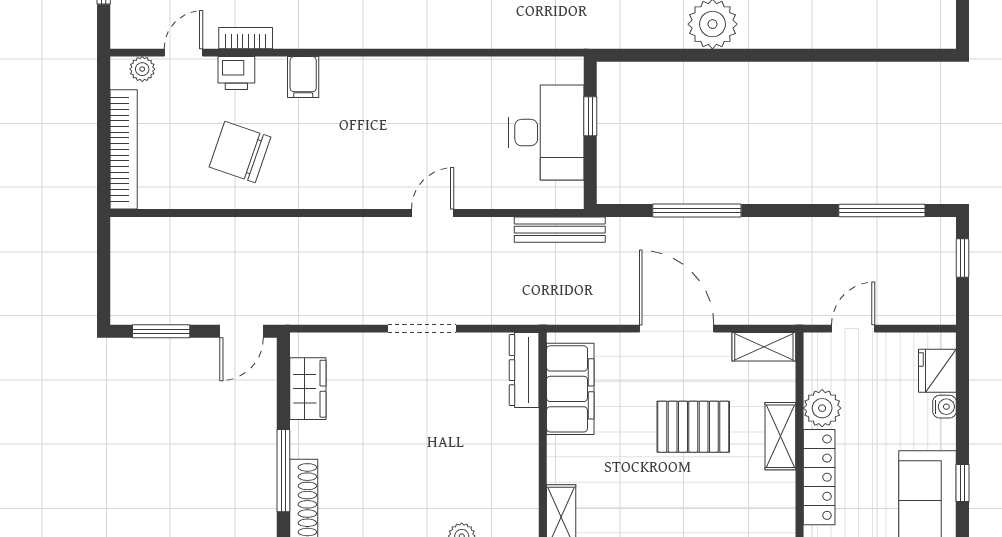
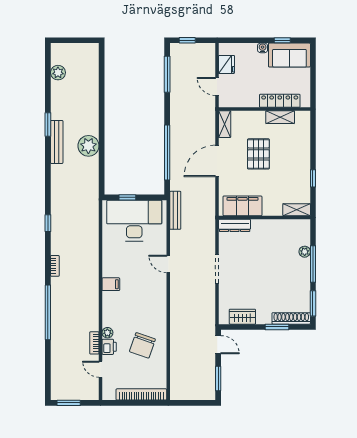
plant: (142, 69) -> (107, 333), moved
filing cabinet: (303, 77) -> (111, 284), moved
desk: (546, 133) -> (134, 221), width x1.36, depth x1.30
window: (697, 211) -> (167, 152), width x1.46
fridge: (937, 371) -> (227, 64), moved, turned -90
water cooler: (945, 407) -> (263, 48), moved
plant: (822, 408) -> (251, 100), removed
shelving: (780, 436) -> (280, 117), moved
window: (283, 471) -> (277, 327), width x0.69

